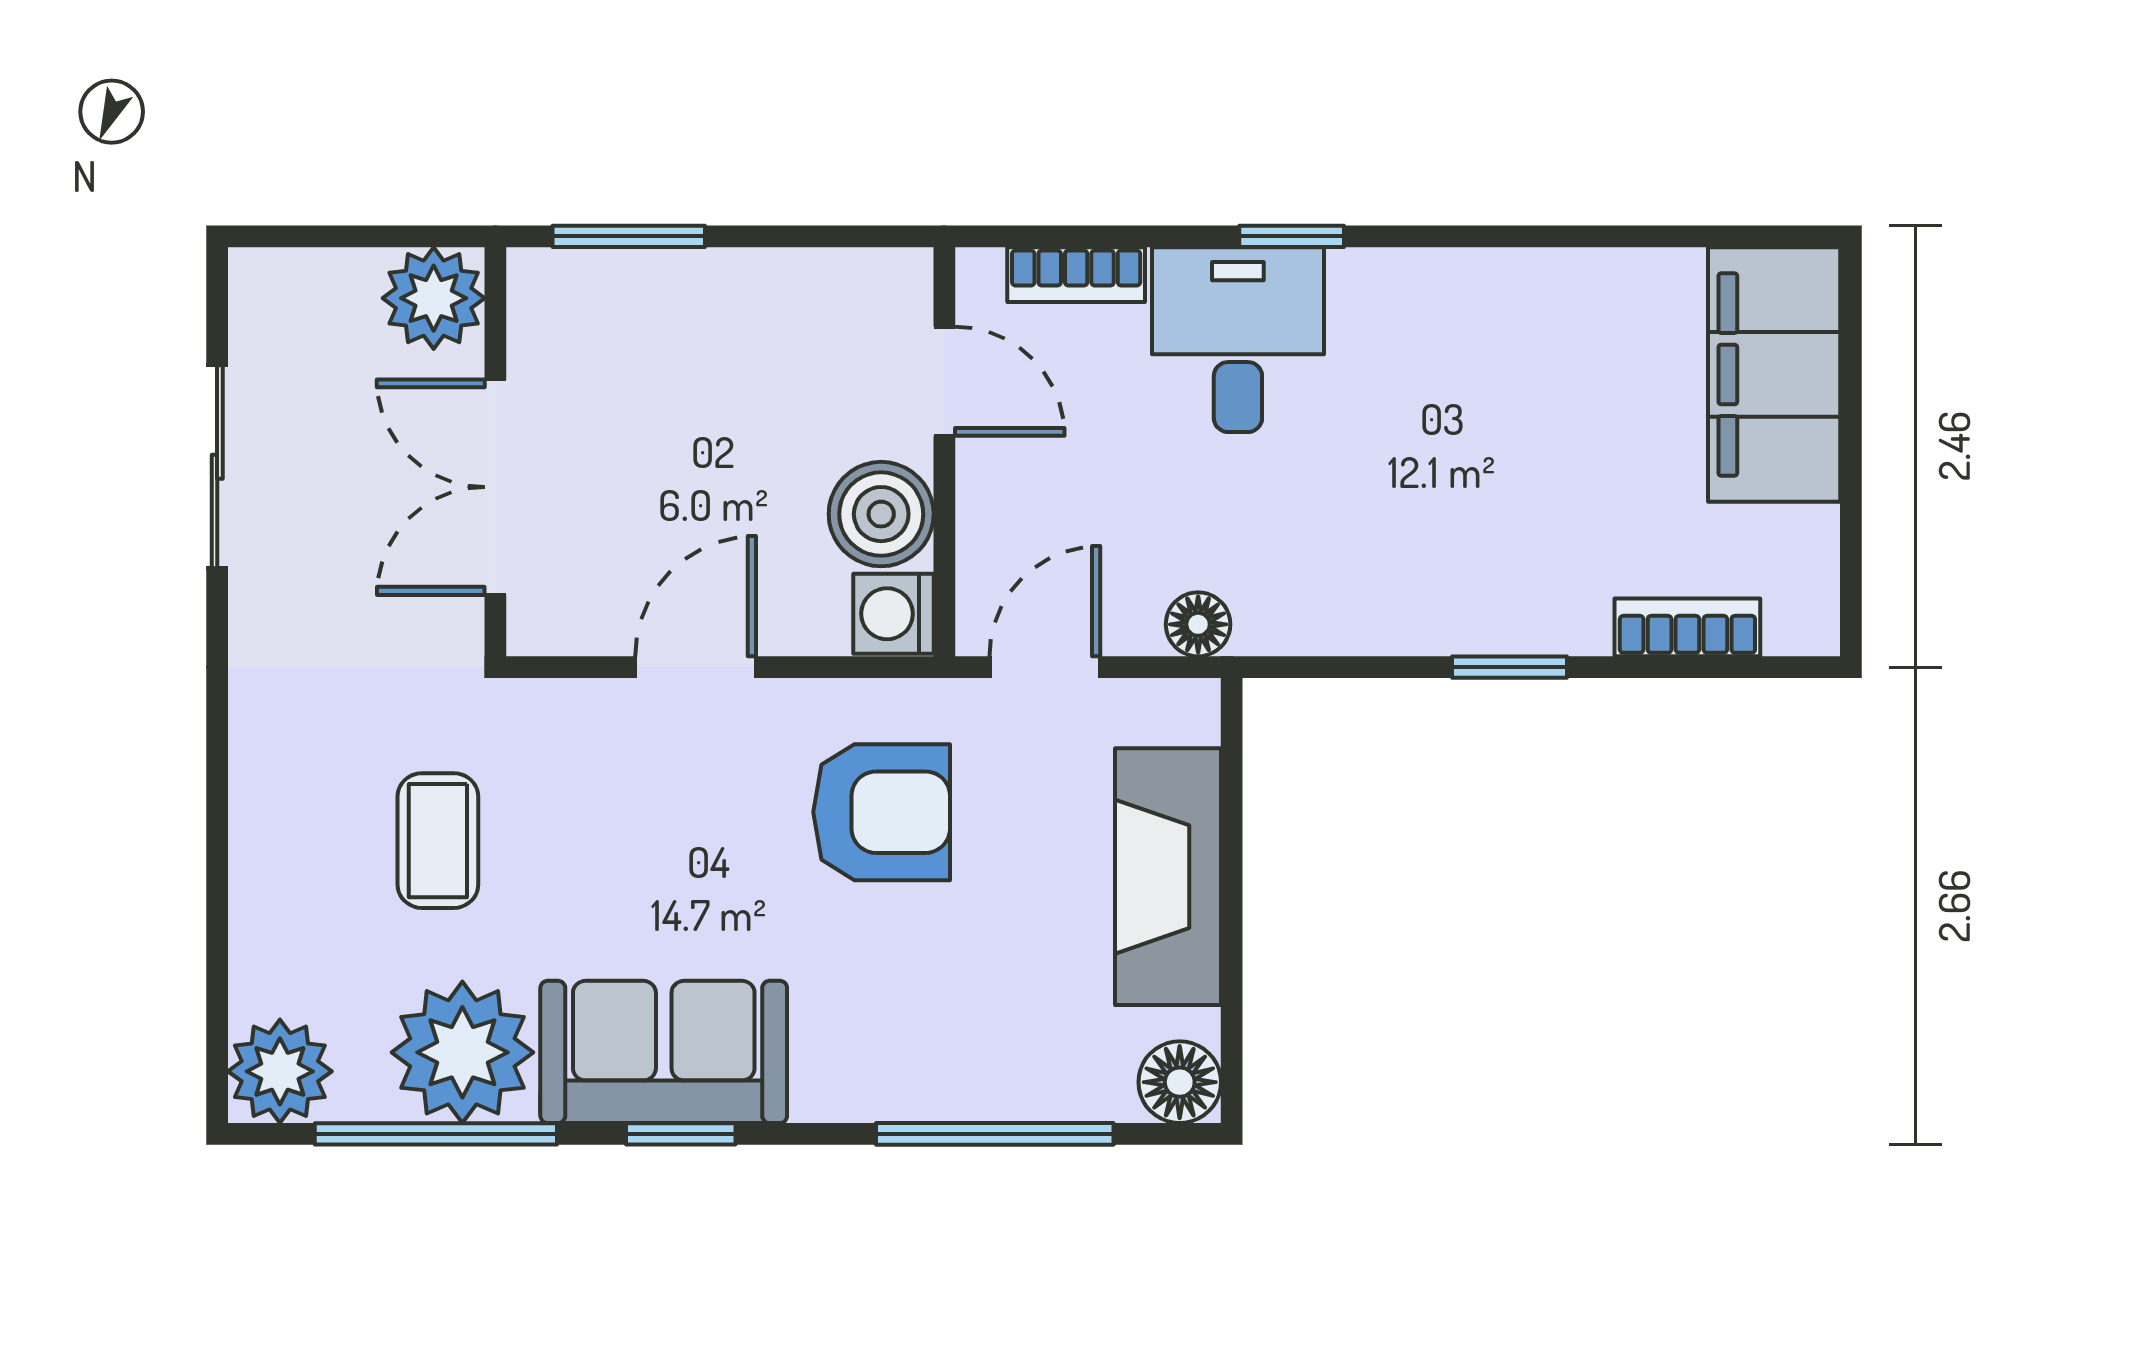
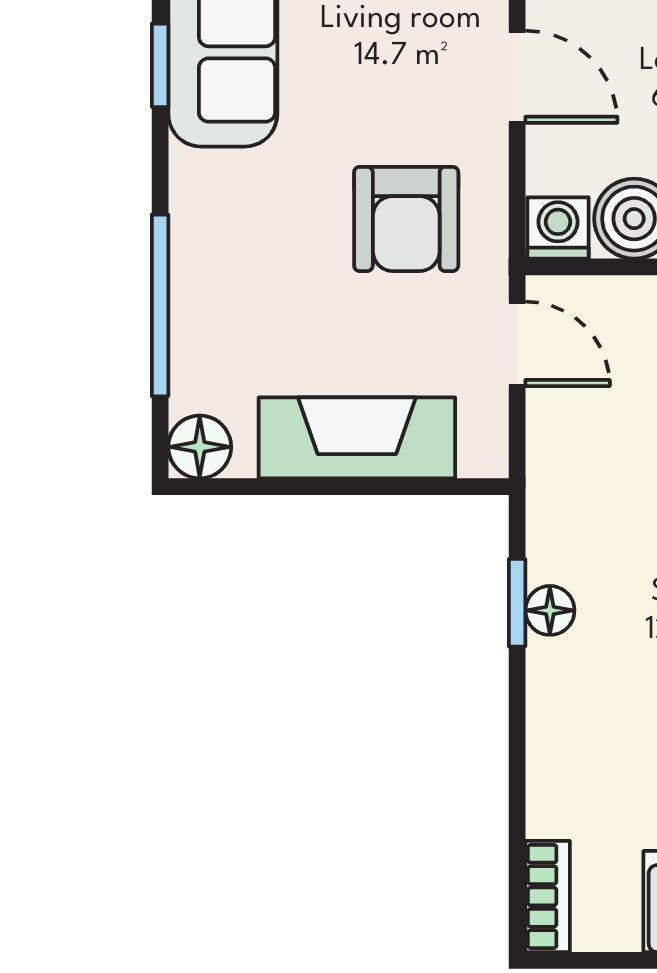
floor lamp: (1198, 624) -> (550, 610), moved
bookcase: (1687, 627) -> (548, 896), moved
window: (1509, 667) -> (517, 603), moved

